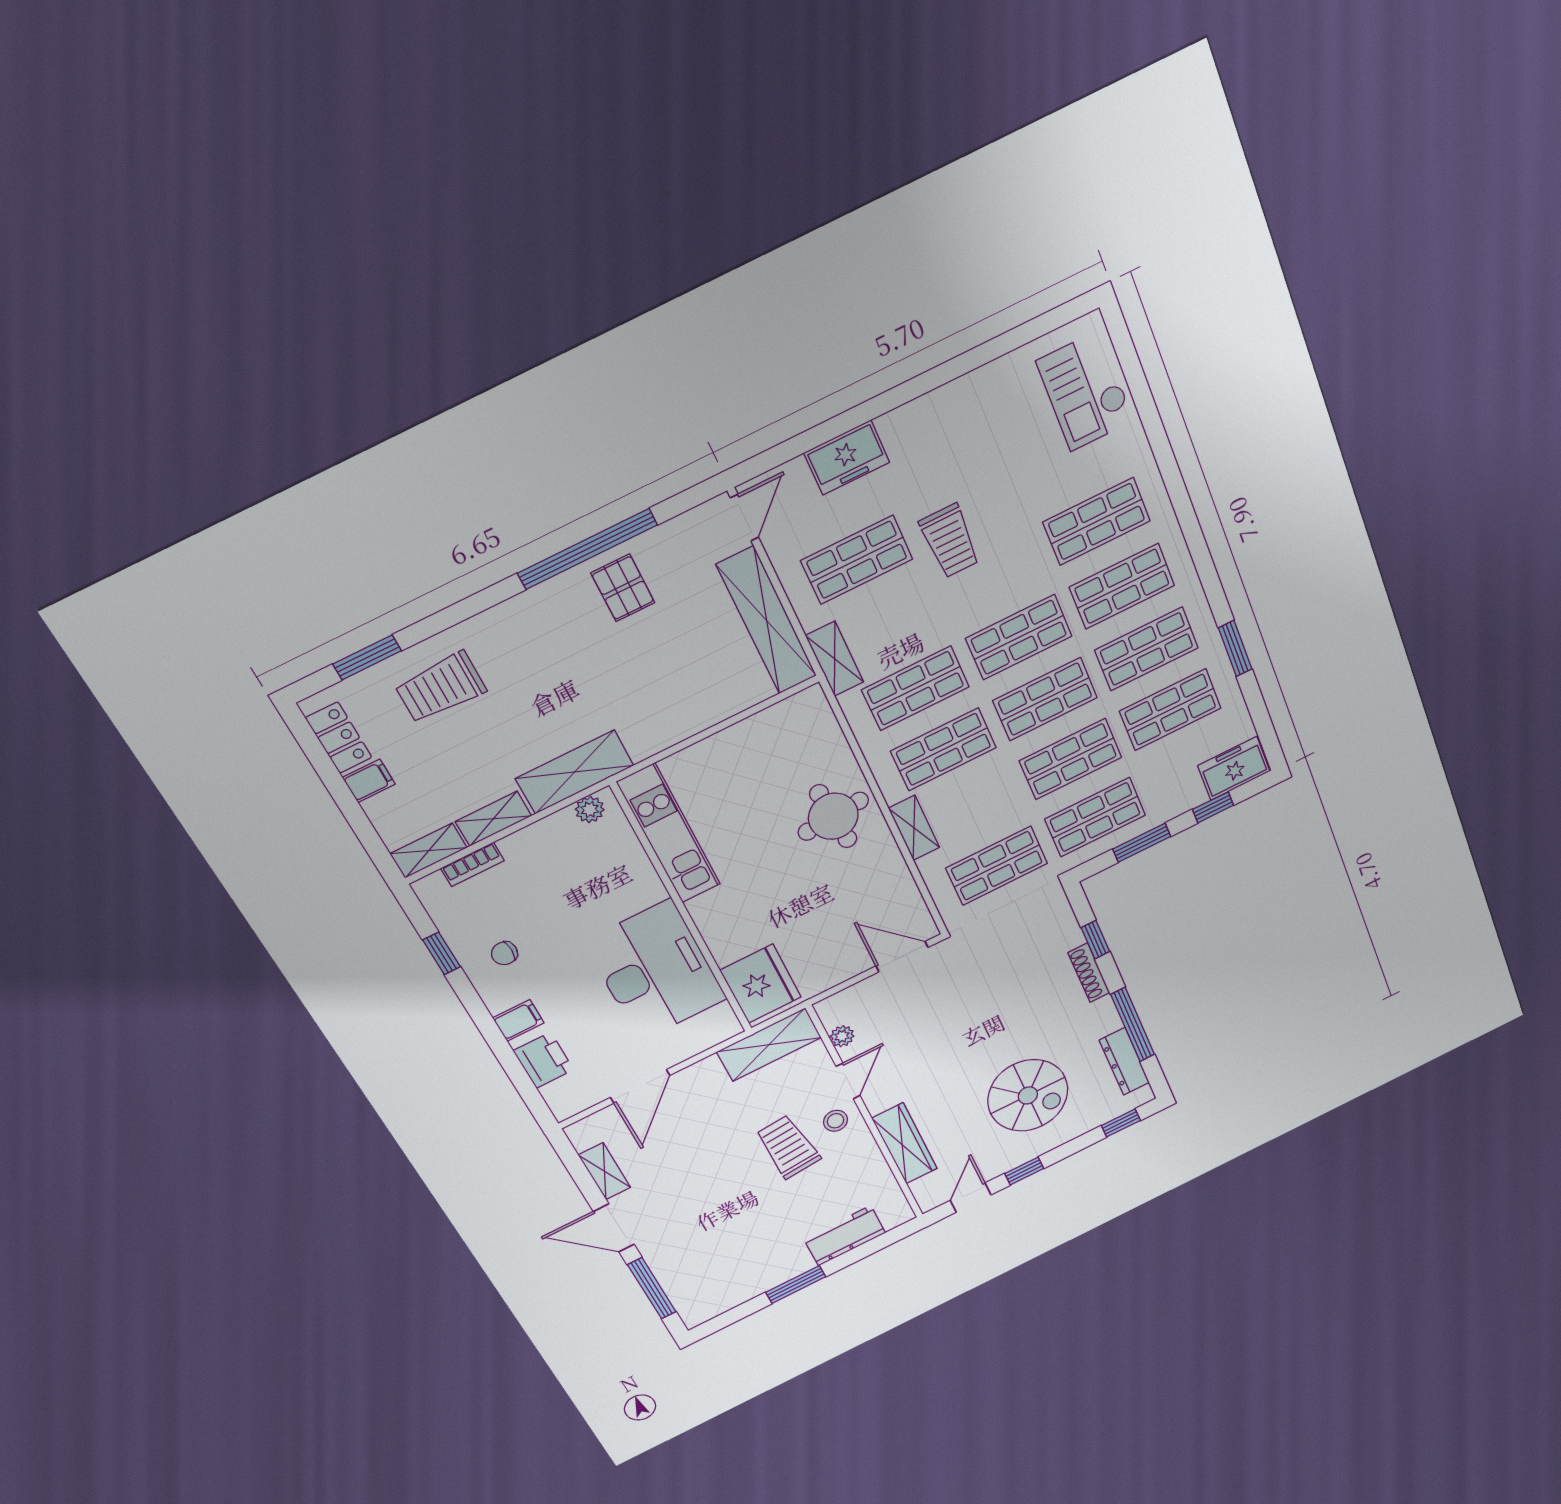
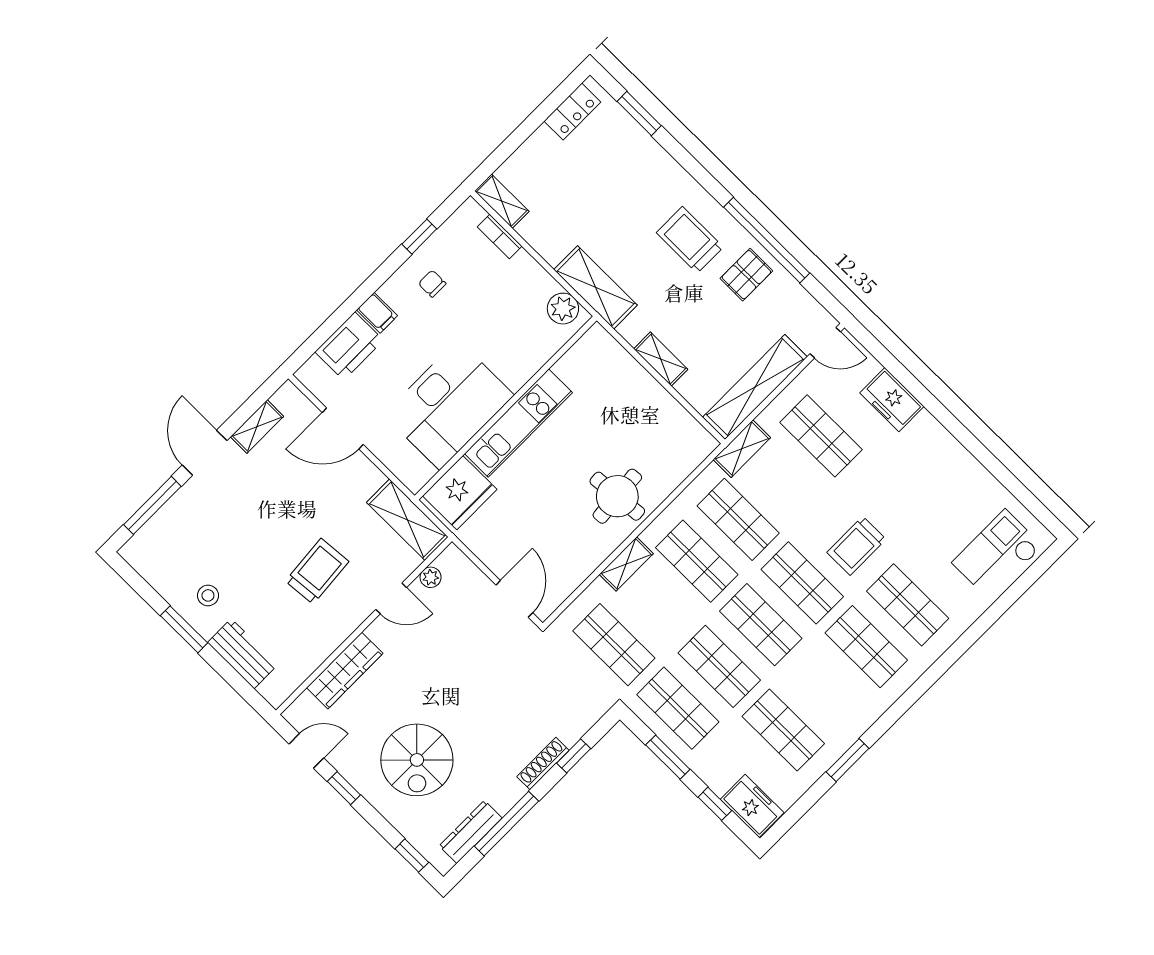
trolley: (950, 541) -> (857, 546), moved
shop shelf: (1147, 649) -> (825, 688), removed
trolley: (441, 687) -> (690, 240), moved
filing cabinet: (369, 781) -> (545, 142), removed
plant: (590, 809) -> (563, 309), width x1.38, depth x1.38
shelving: (493, 819) -> (661, 359), moved
kitchen unit: (669, 834) -> (518, 423), moved
printer: (543, 1060) -> (349, 346), width x1.37, depth x1.19
stool: (836, 1121) -> (208, 595), moved

